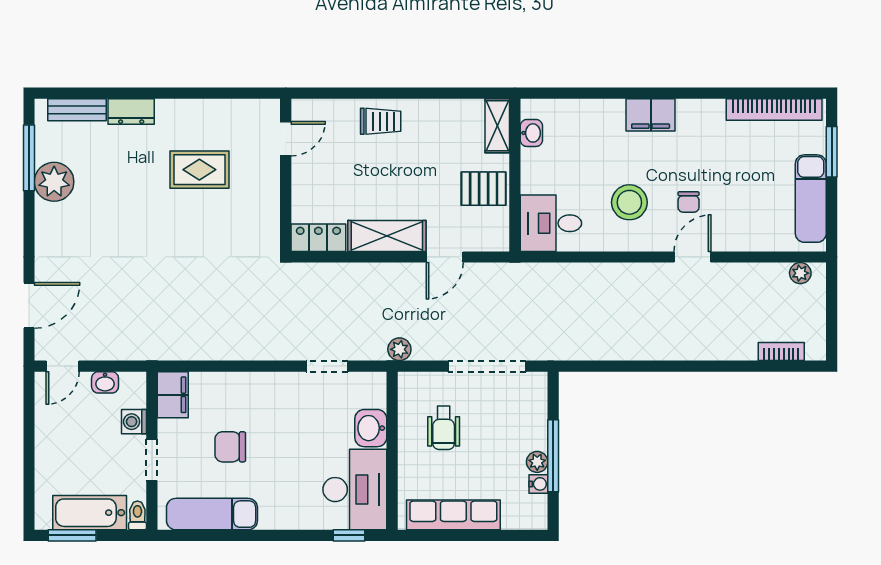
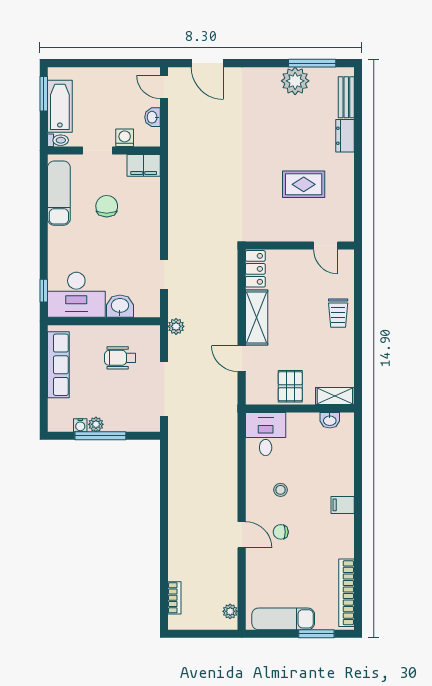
filing cabinet: (651, 115) -> (343, 505), width x0.50
rug: (199, 170) -> (304, 184), turned 90
stool: (629, 202) -> (281, 490), width x0.53, depth x0.53

